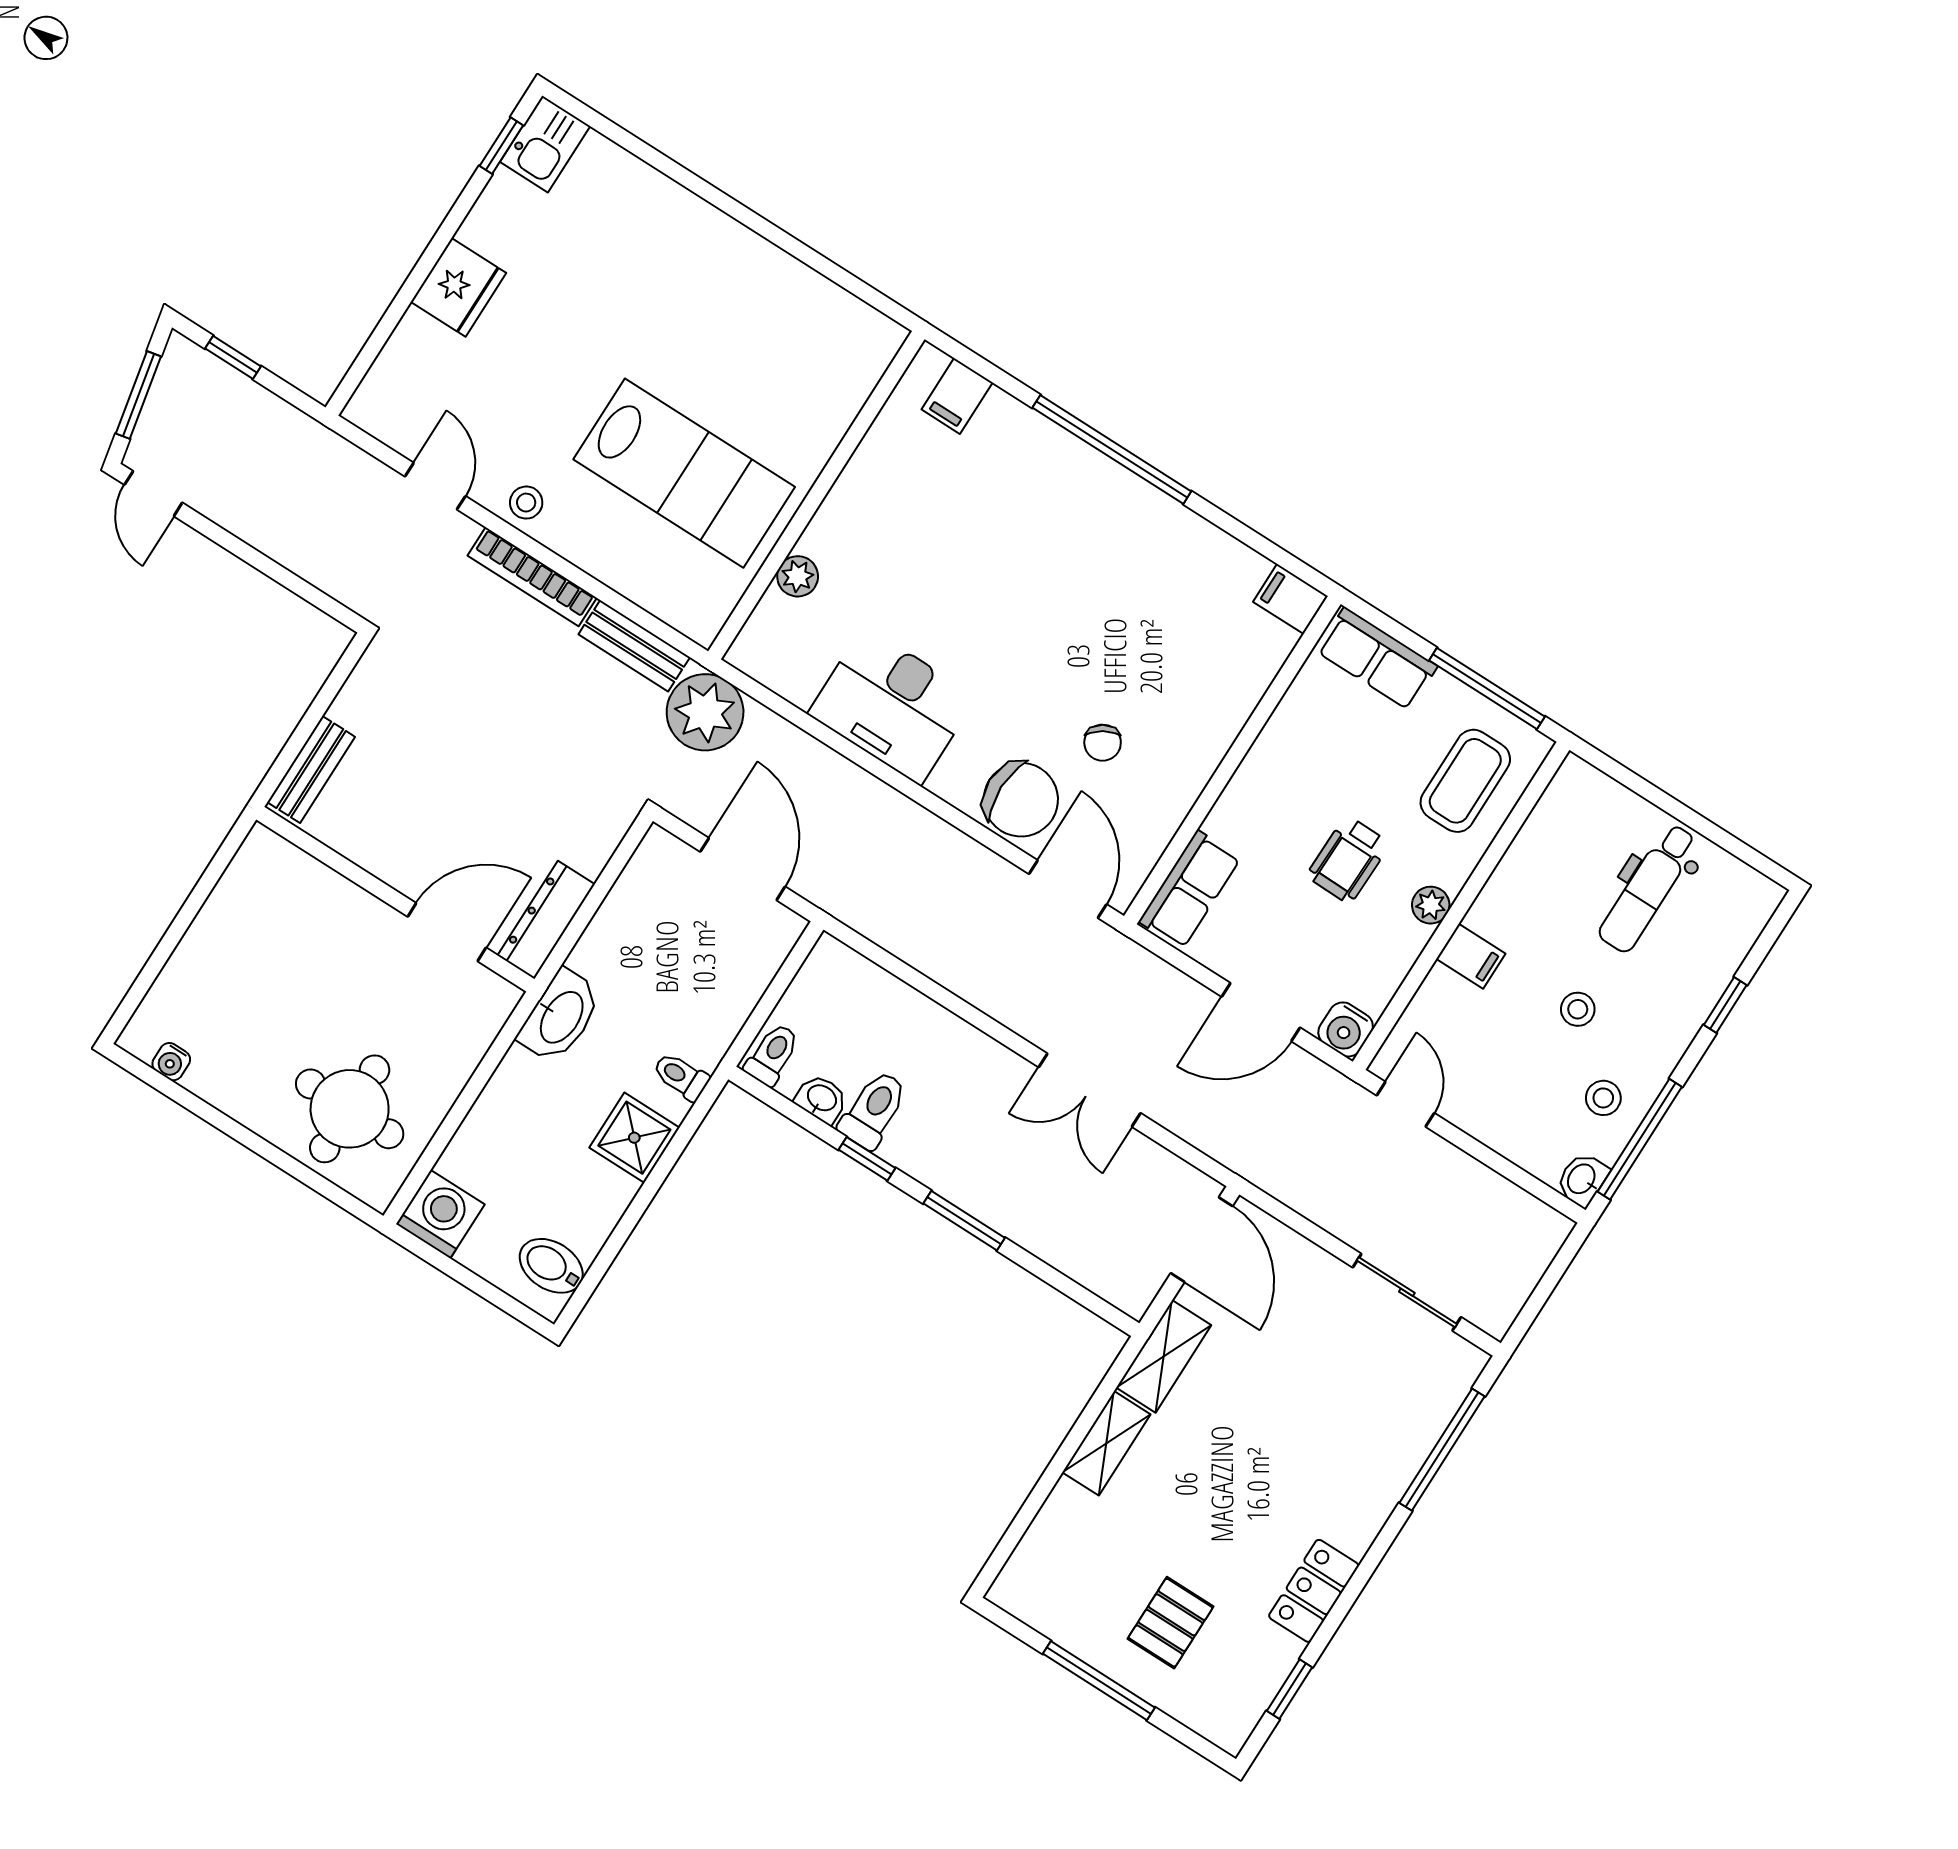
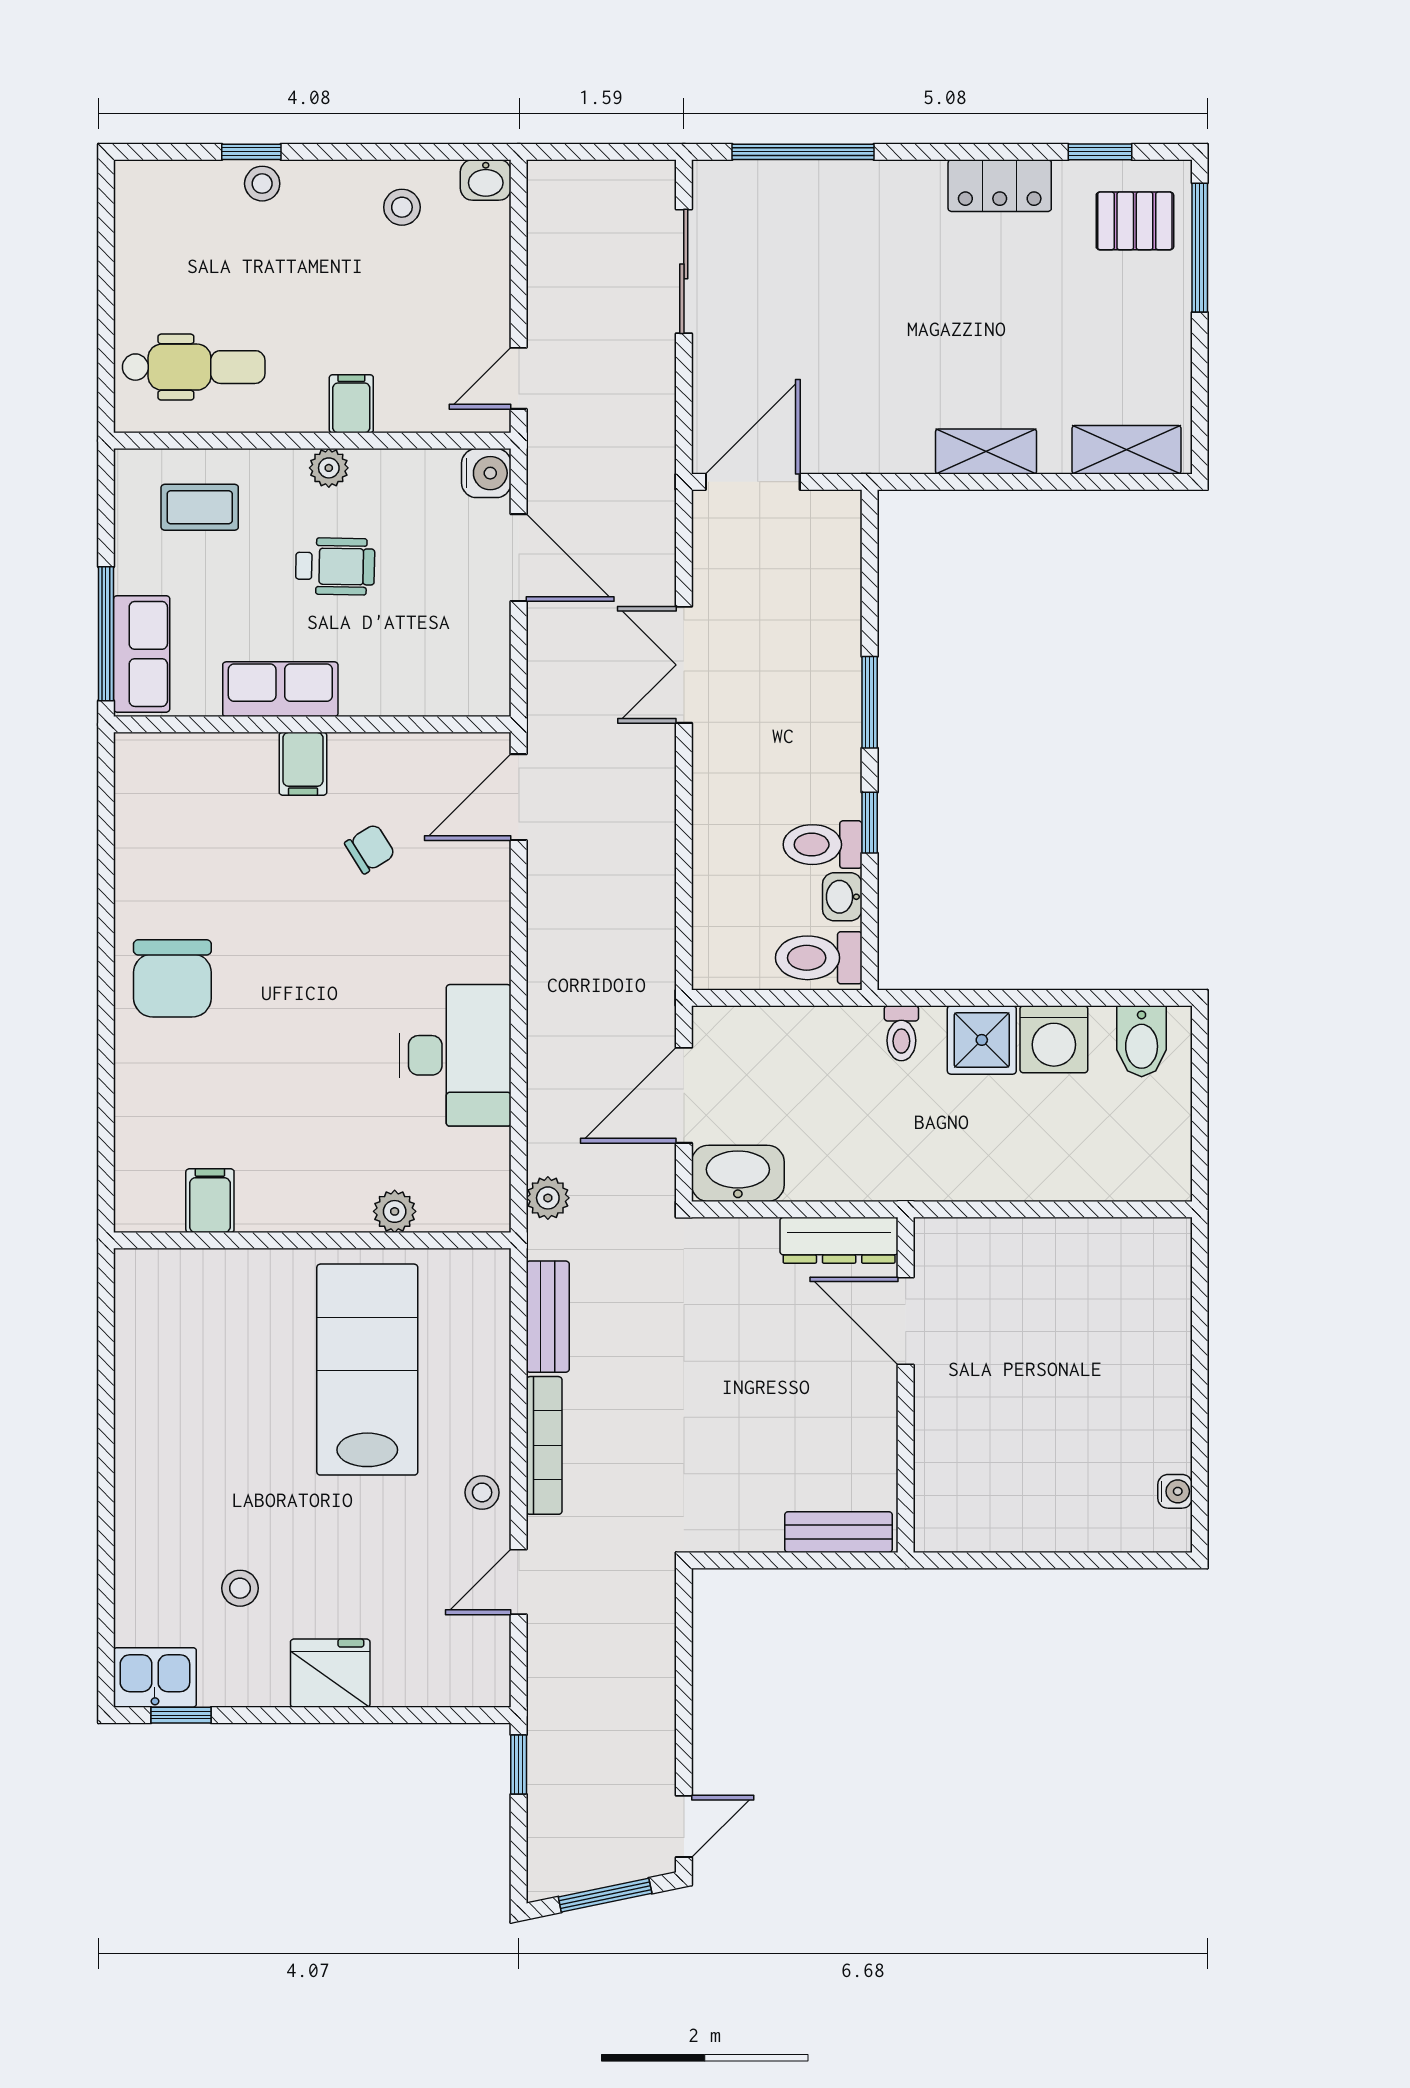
stool: (573, 258) -> (240, 1588), added
window: (233, 357) -> (519, 1765), moved
filing cabinet: (957, 396) -> (210, 1201), moved, turned -90
window: (1112, 449) -> (106, 1005), removed
filing cabinet: (1290, 599) -> (303, 764), moved
window: (1487, 688) -> (106, 634), moved
plant: (705, 712) -> (548, 1198), width x0.53, depth x0.53
coffee table: (1465, 781) -> (200, 507), width x0.73, depth x0.77
chair: (1021, 800) -> (172, 978), moved, turned 180
dental chair: (1648, 888) -> (194, 367), moved
row of seats: (1190, 890) -> (280, 689), moved
stool: (1578, 1009) -> (262, 184), moved
washbasin: (560, 1016) -> (738, 1173), moved
toilet: (772, 1054) -> (819, 958), width x1.37, depth x1.39
double door: (1090, 1090) -> (684, 665), swing flipped
round table: (350, 1109) -> (1116, 1307), removed
window: (1640, 1139) -> (418, 152), removed
washing machine: (440, 1214) -> (1054, 1039), moved, turned -90
shelving: (1164, 1356) -> (1127, 450), moved
pallet: (1170, 1623) -> (1135, 221), moved
window: (1099, 1681) -> (1200, 248), moved

